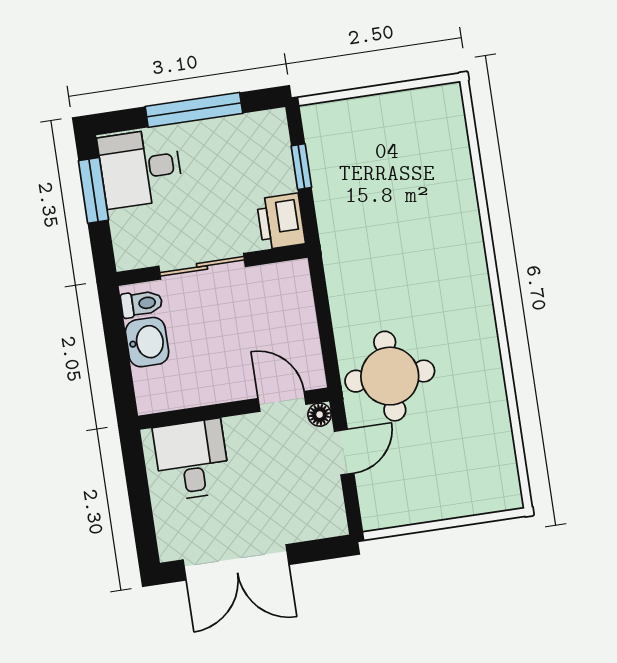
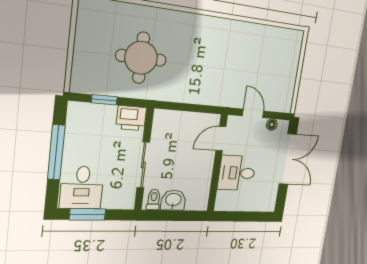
round table: (390, 376) -> (141, 58), moved
floor lamp: (320, 415) -> (272, 125), moved
desk: (192, 460) -> (237, 173), moved
double door: (236, 562) -> (288, 159), moved

